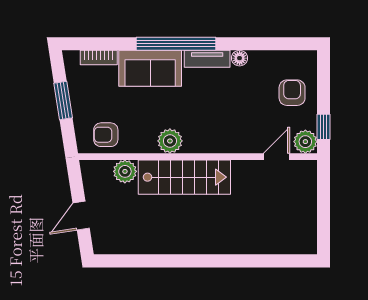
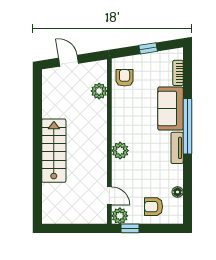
floor lamp: (240, 58) -> (178, 192), moved
armchair: (292, 93) -> (154, 207), turned 180
window: (63, 101) -> (148, 48), width x0.67
plant: (170, 141) -> (120, 151), moved
stairs: (184, 177) -> (54, 151), moved, turned 180

